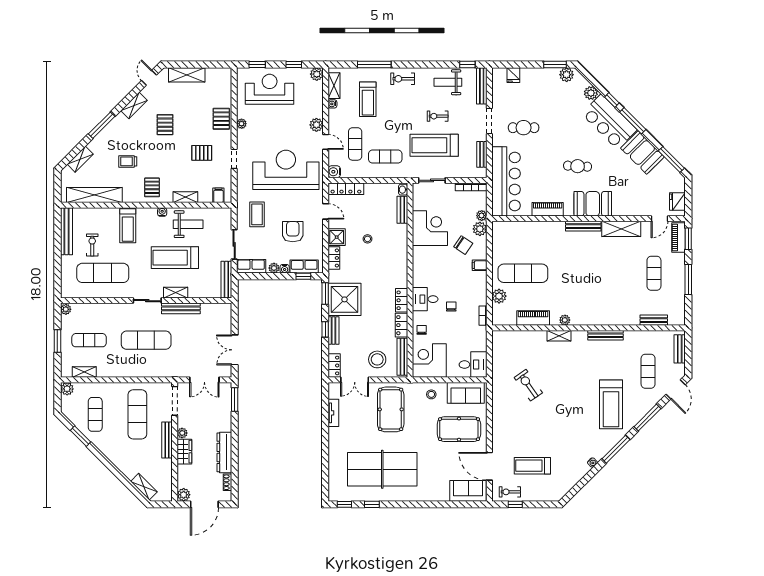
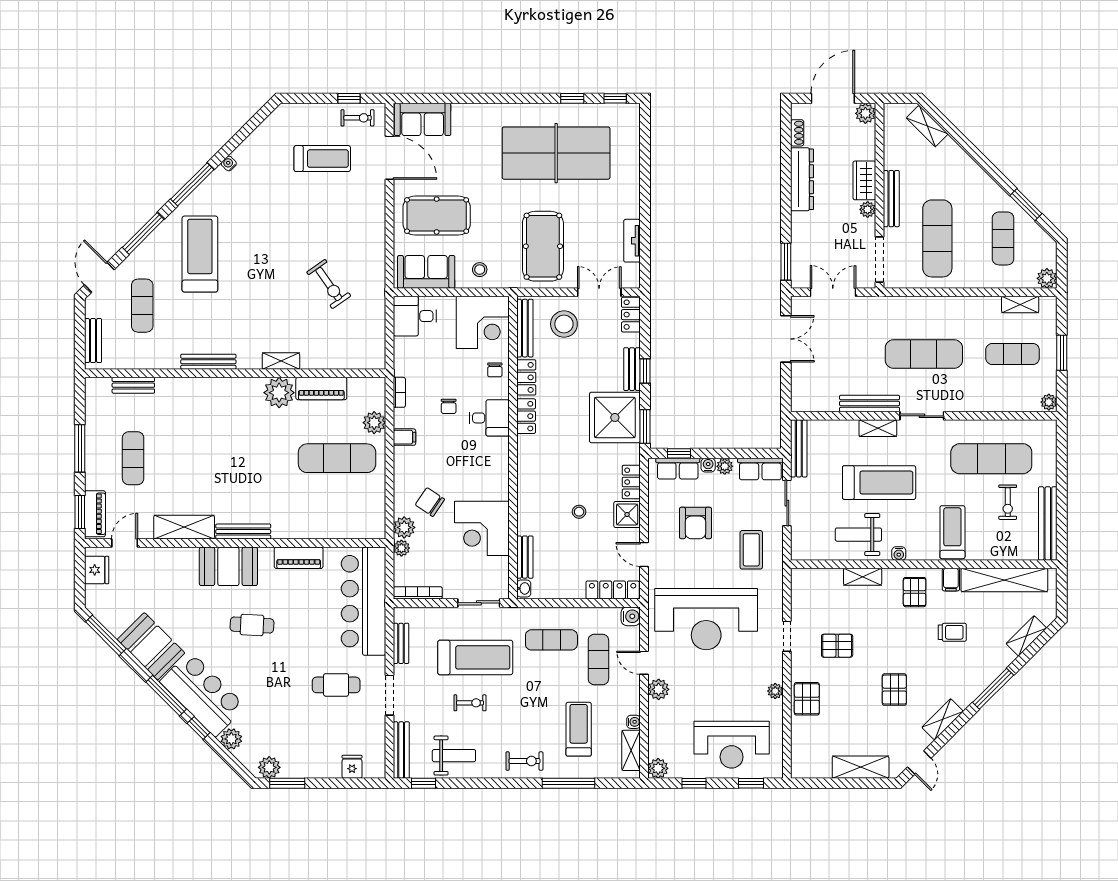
filing cabinet: (218, 195) -> (951, 580), moved
filing cabinet: (480, 265) -> (404, 437), moved
plant: (565, 320) -> (279, 393), width x1.87, depth x1.87

